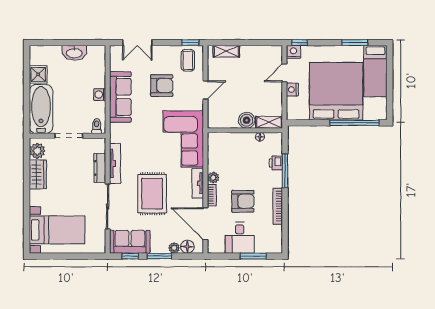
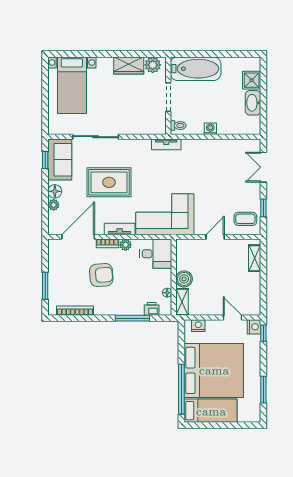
window: (190, 43) -> (263, 208), moved
bed: (375, 71) -> (211, 411), moved, turned 180
shower: (38, 74) -> (252, 80), moved
armchair: (162, 86) -> (220, 192), removed
door: (205, 90) -> (215, 237), swing flipped
nightstand: (292, 90) -> (198, 326), moved
sofa: (120, 97) -> (208, 150), removed
tv unit: (115, 163) -> (166, 144), moved, width x0.71
printer: (276, 163) -> (152, 309), moved
dresser: (100, 168) -> (135, 129), removed
armchair: (243, 201) -> (101, 275), turned -94
bookcase: (278, 206) -> (75, 311), moved
desk: (240, 238) -> (156, 254), moved, turned 180
floor lamp: (187, 247) -> (55, 191), moved
window: (159, 256) -> (45, 190), removed

